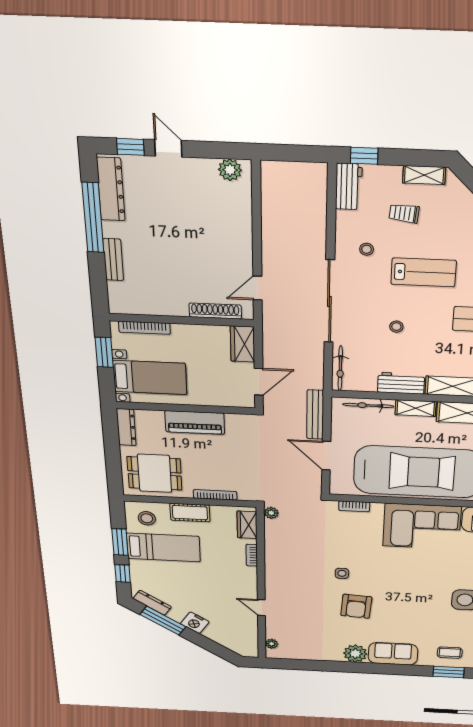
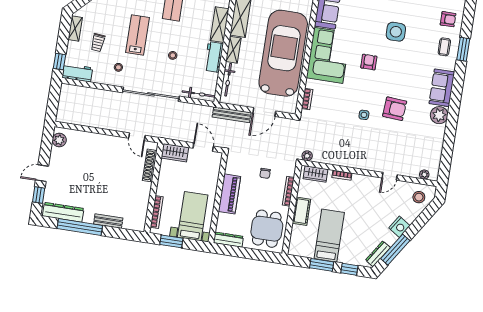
chair: (235, 464) -> (265, 173), added
stool: (147, 518) -> (419, 197), moved
armchair: (418, 573) -> (369, 62), added

